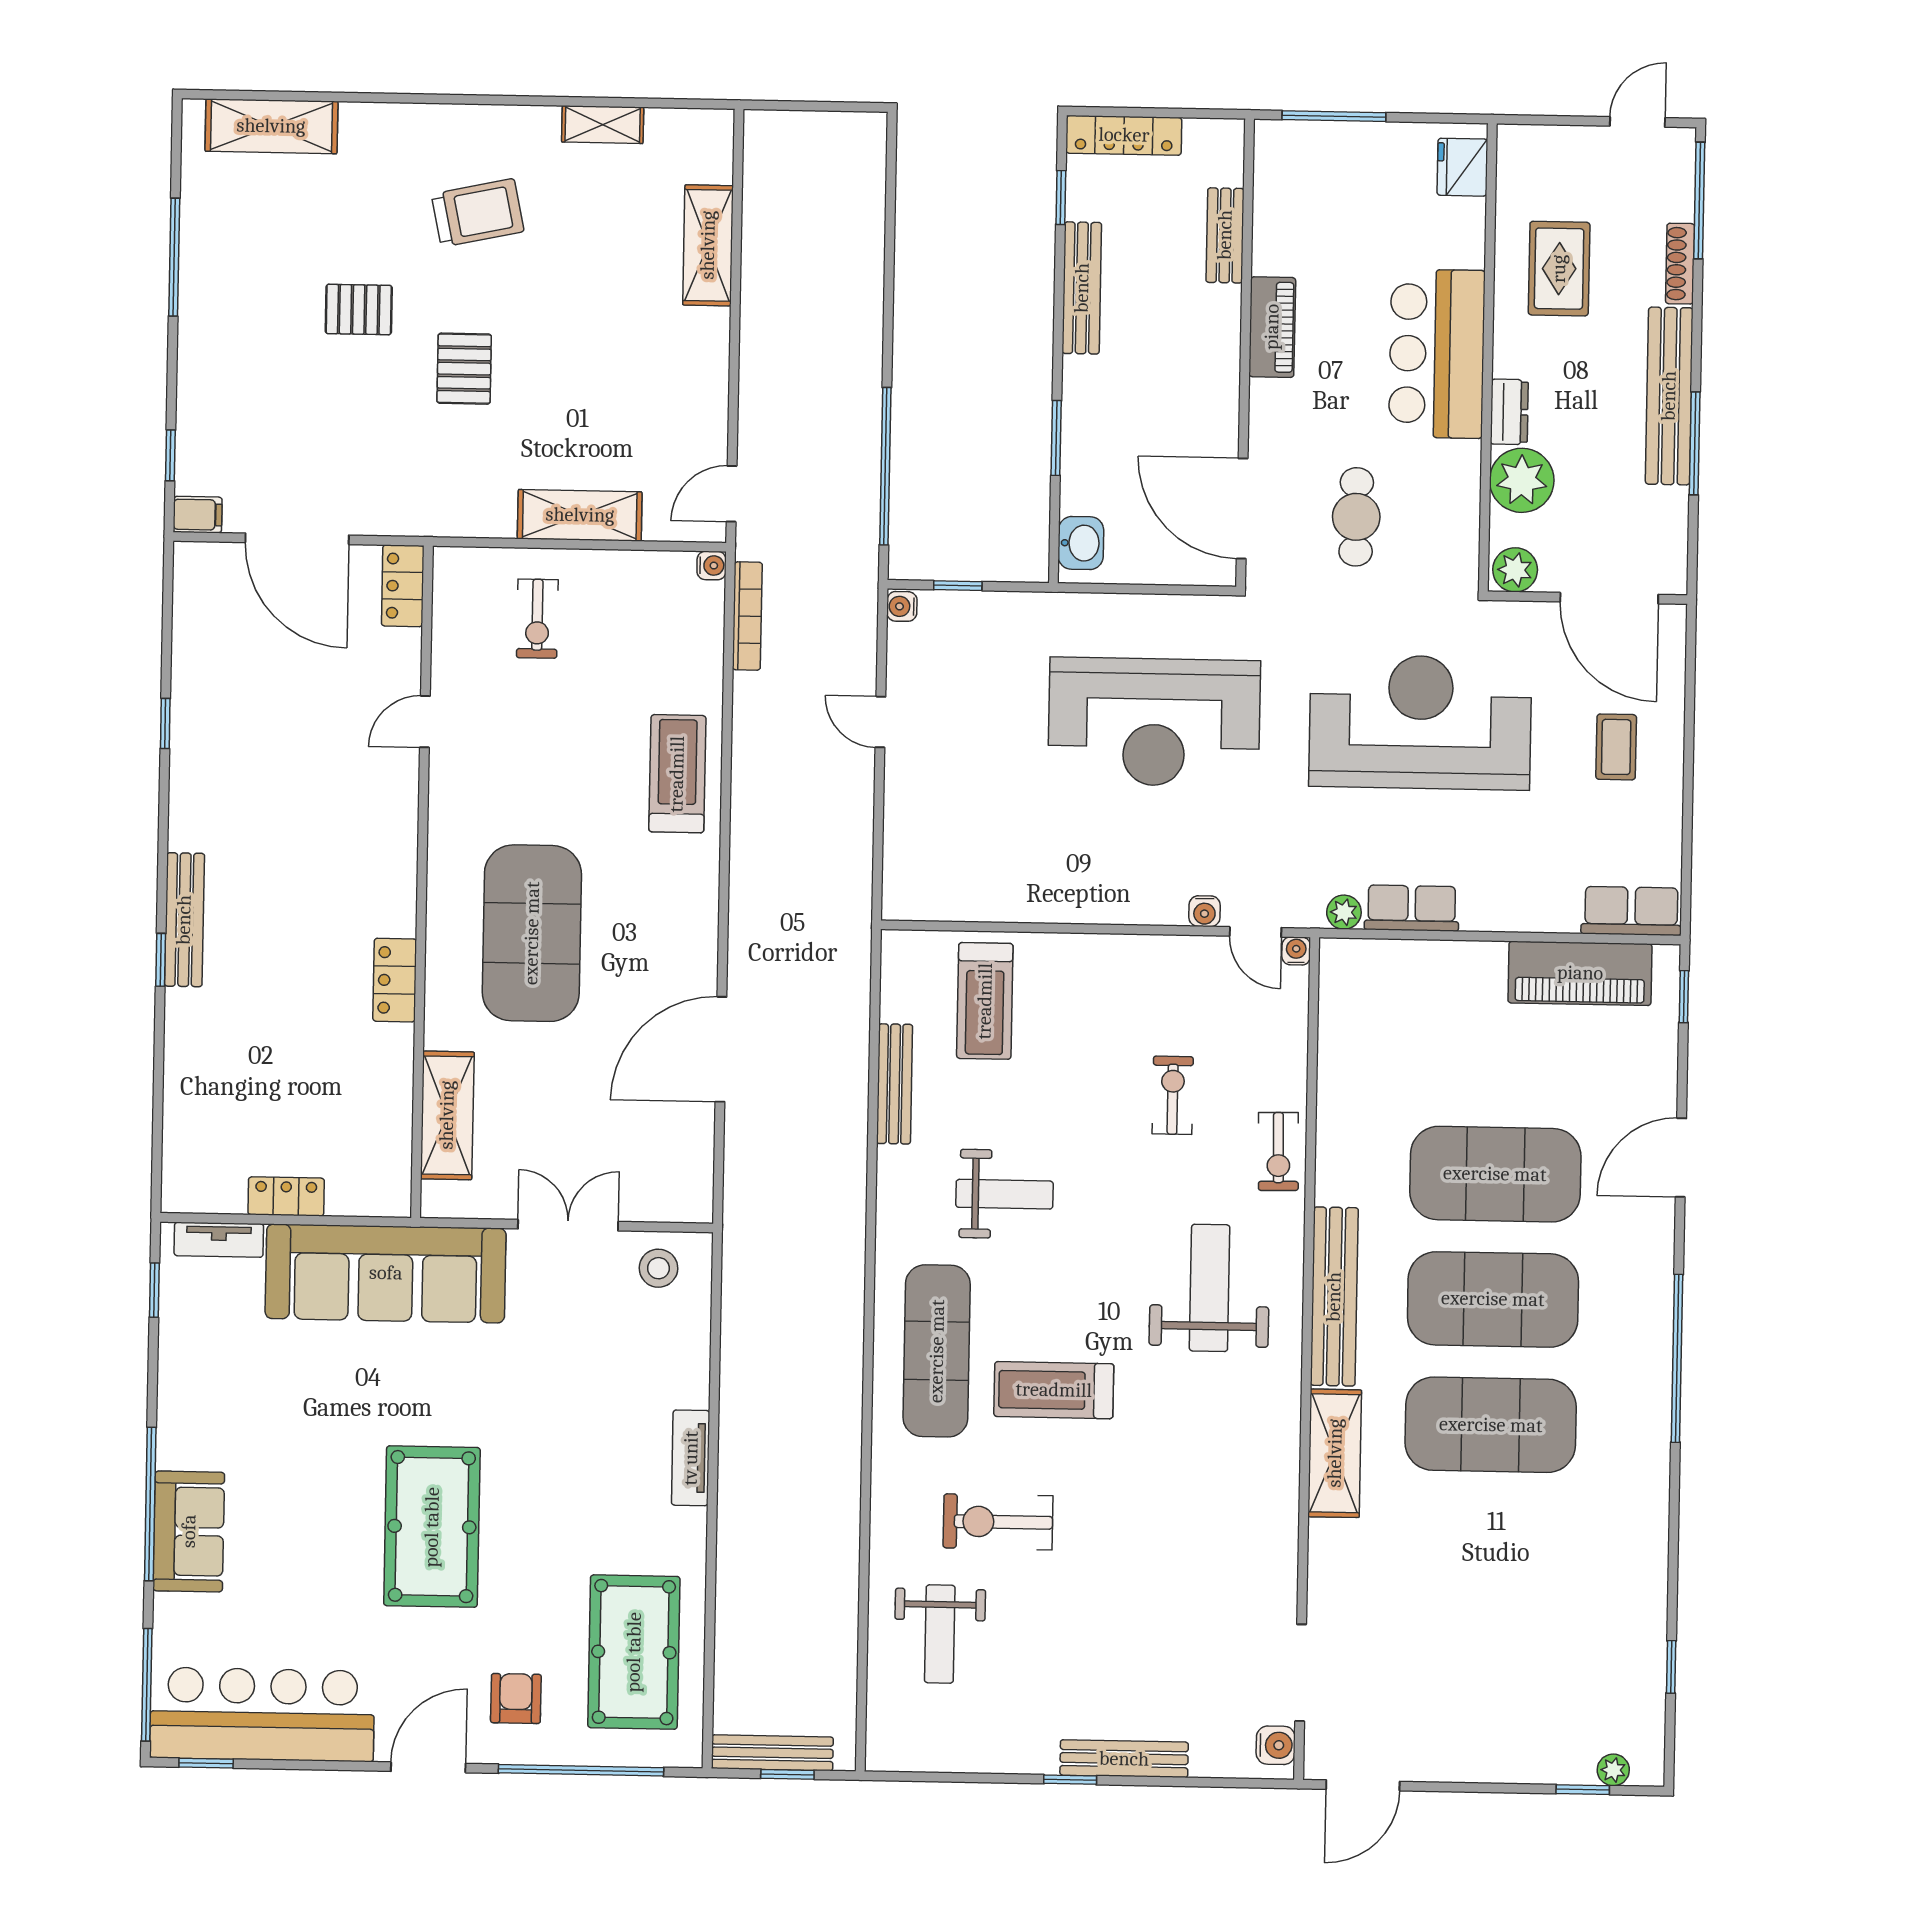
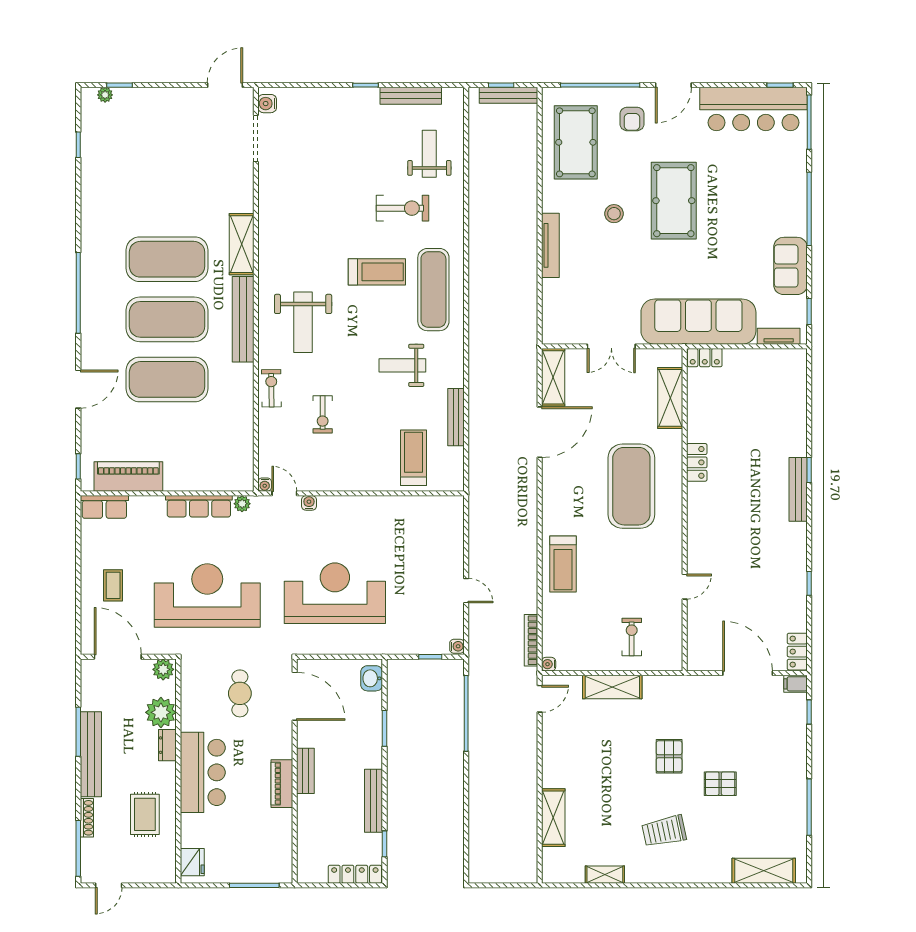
bench: (1225, 235) -> (305, 771), moved
locker: (403, 586) -> (797, 652), moved, turned 180
reception desk: (1420, 722) -> (207, 596), turned 180
row of seats: (1412, 908) -> (199, 506), width x1.48
shelving: (690, 1163) -> (553, 377), added
locker: (286, 1196) -> (705, 358), moved
stool: (658, 1268) -> (614, 214), moved
tv unit: (691, 1458) -> (550, 245), width x1.41
sofa: (189, 1531) -> (790, 266), moved
bench: (1124, 1759) -> (411, 96), moved

